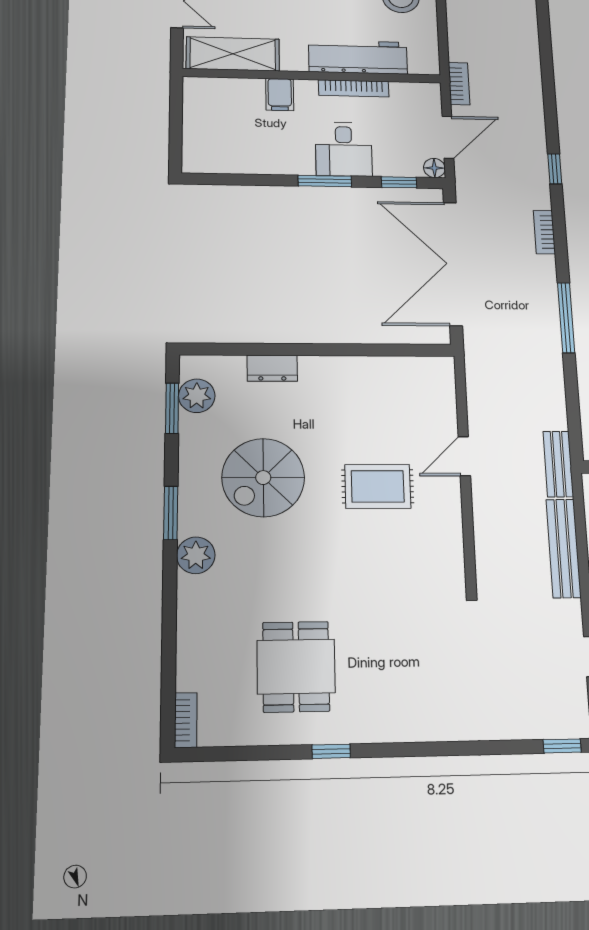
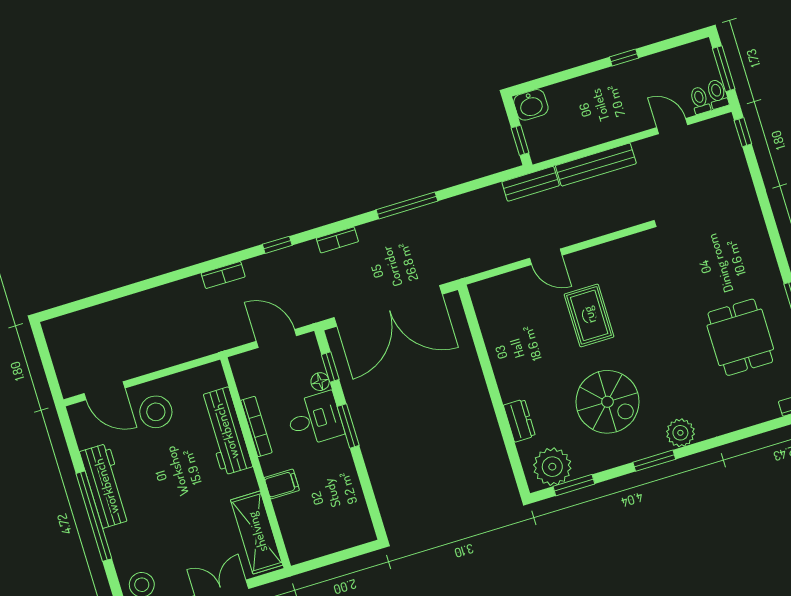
bookcase: (459, 84) -> (223, 275), moved, turned 180
floor lamp: (434, 168) -> (320, 382), moved
plant: (197, 396) -> (552, 467), width x1.36, depth x1.36
dining table: (296, 667) -> (740, 337), turned 90

